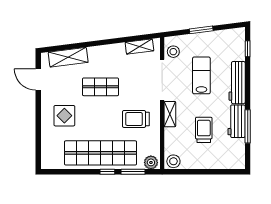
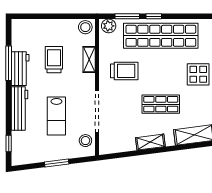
shelving: (139, 47) -> (150, 142), moved
shelving: (170, 114) -> (89, 60), moved
trolley: (204, 130) -> (54, 60), turned 180

